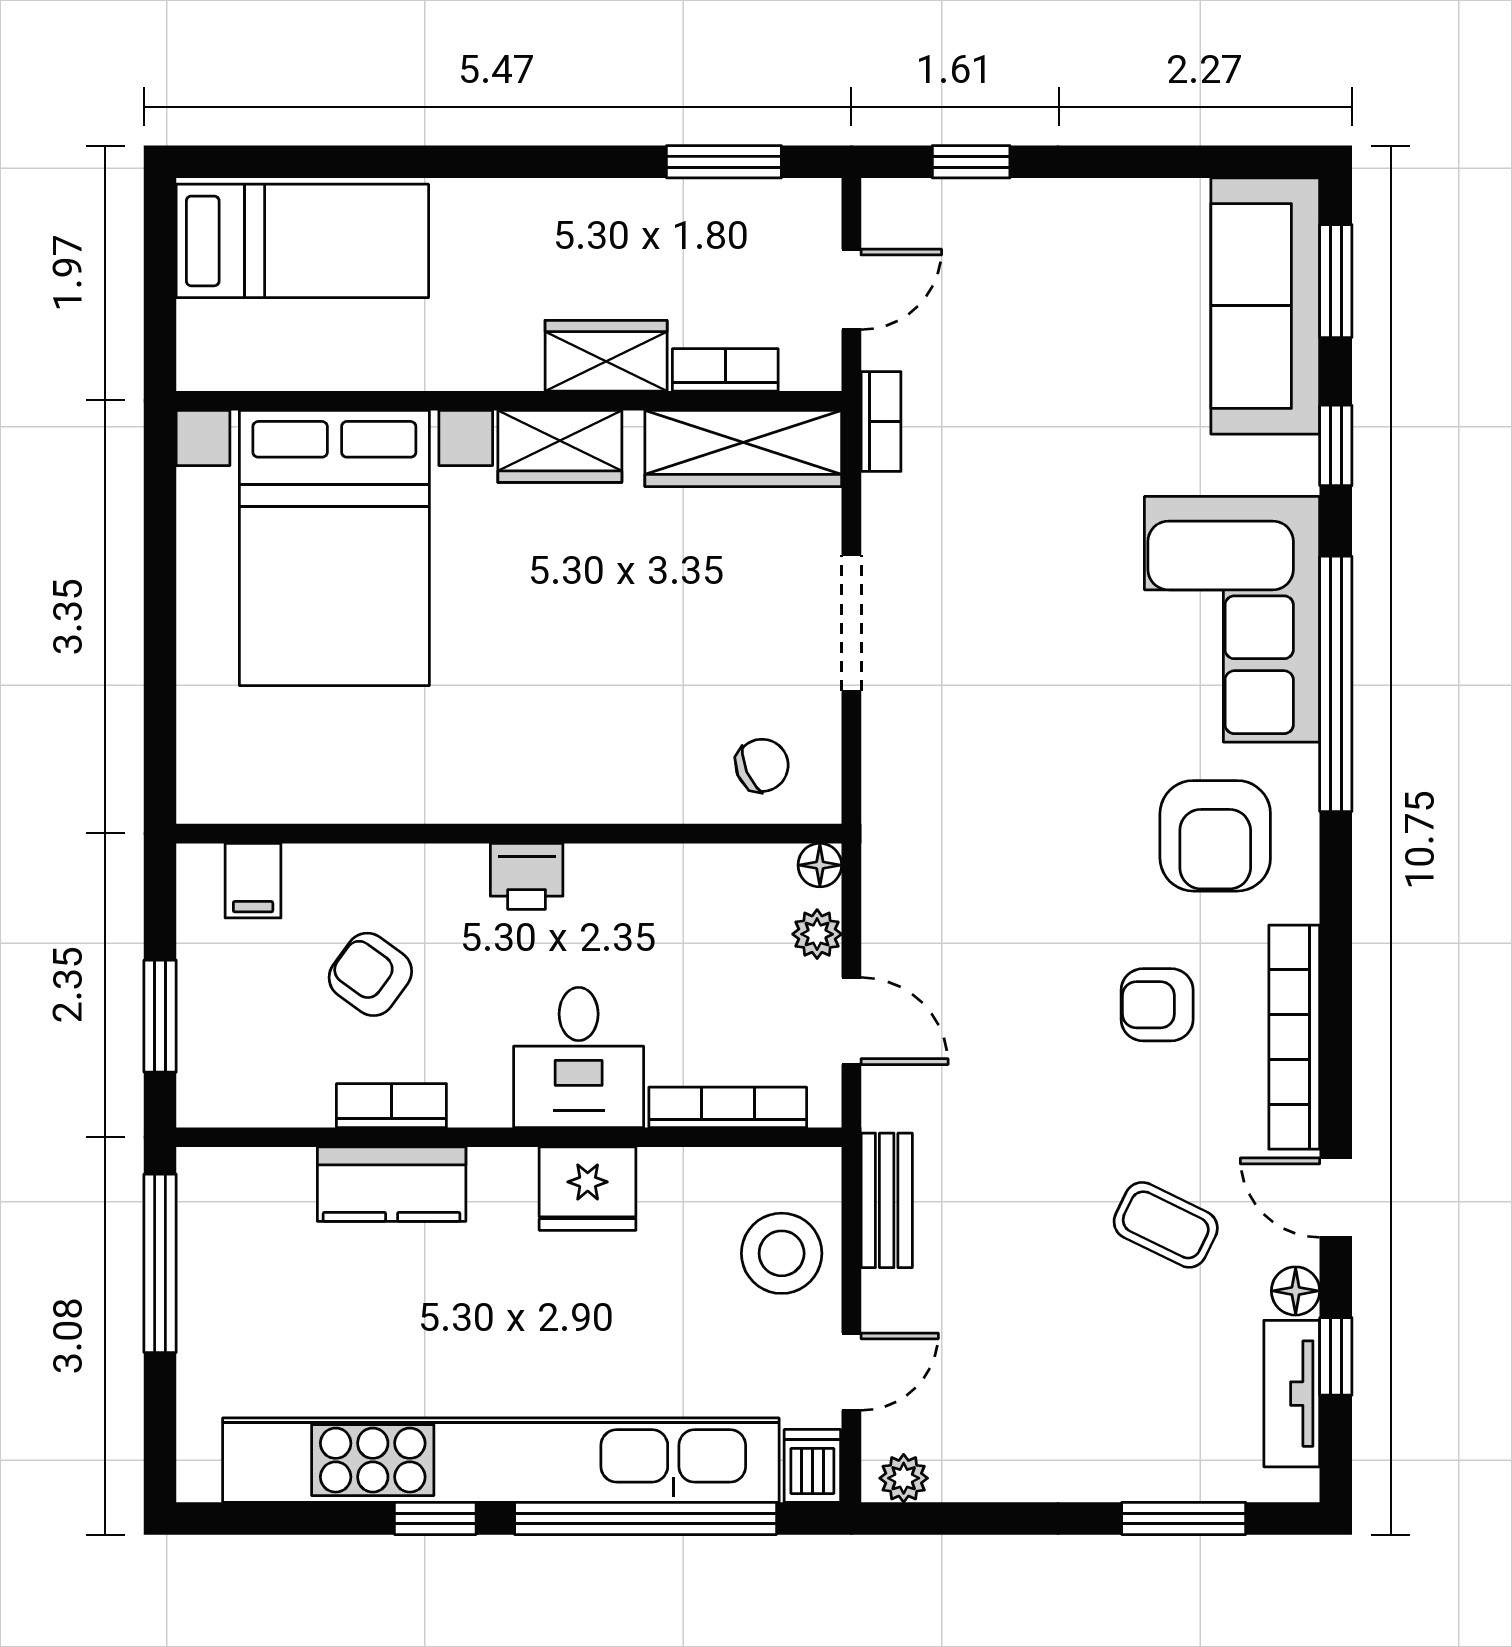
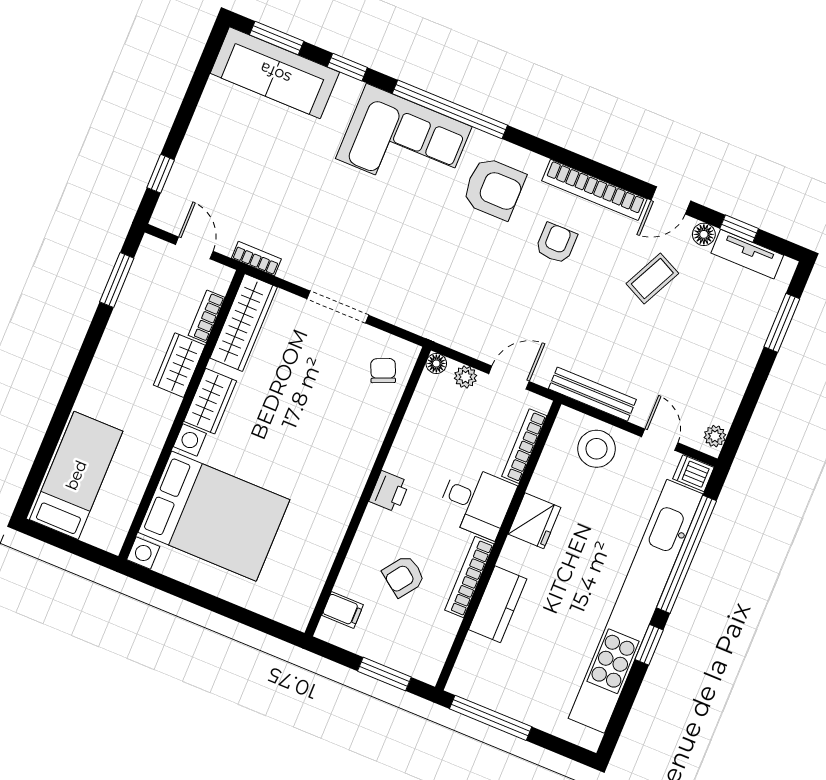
armchair: (1157, 1005) -> (556, 243), turned 180
bookcase: (391, 1106) -> (469, 577), width x1.56
bench: (887, 1200) -> (592, 394), width x1.36

